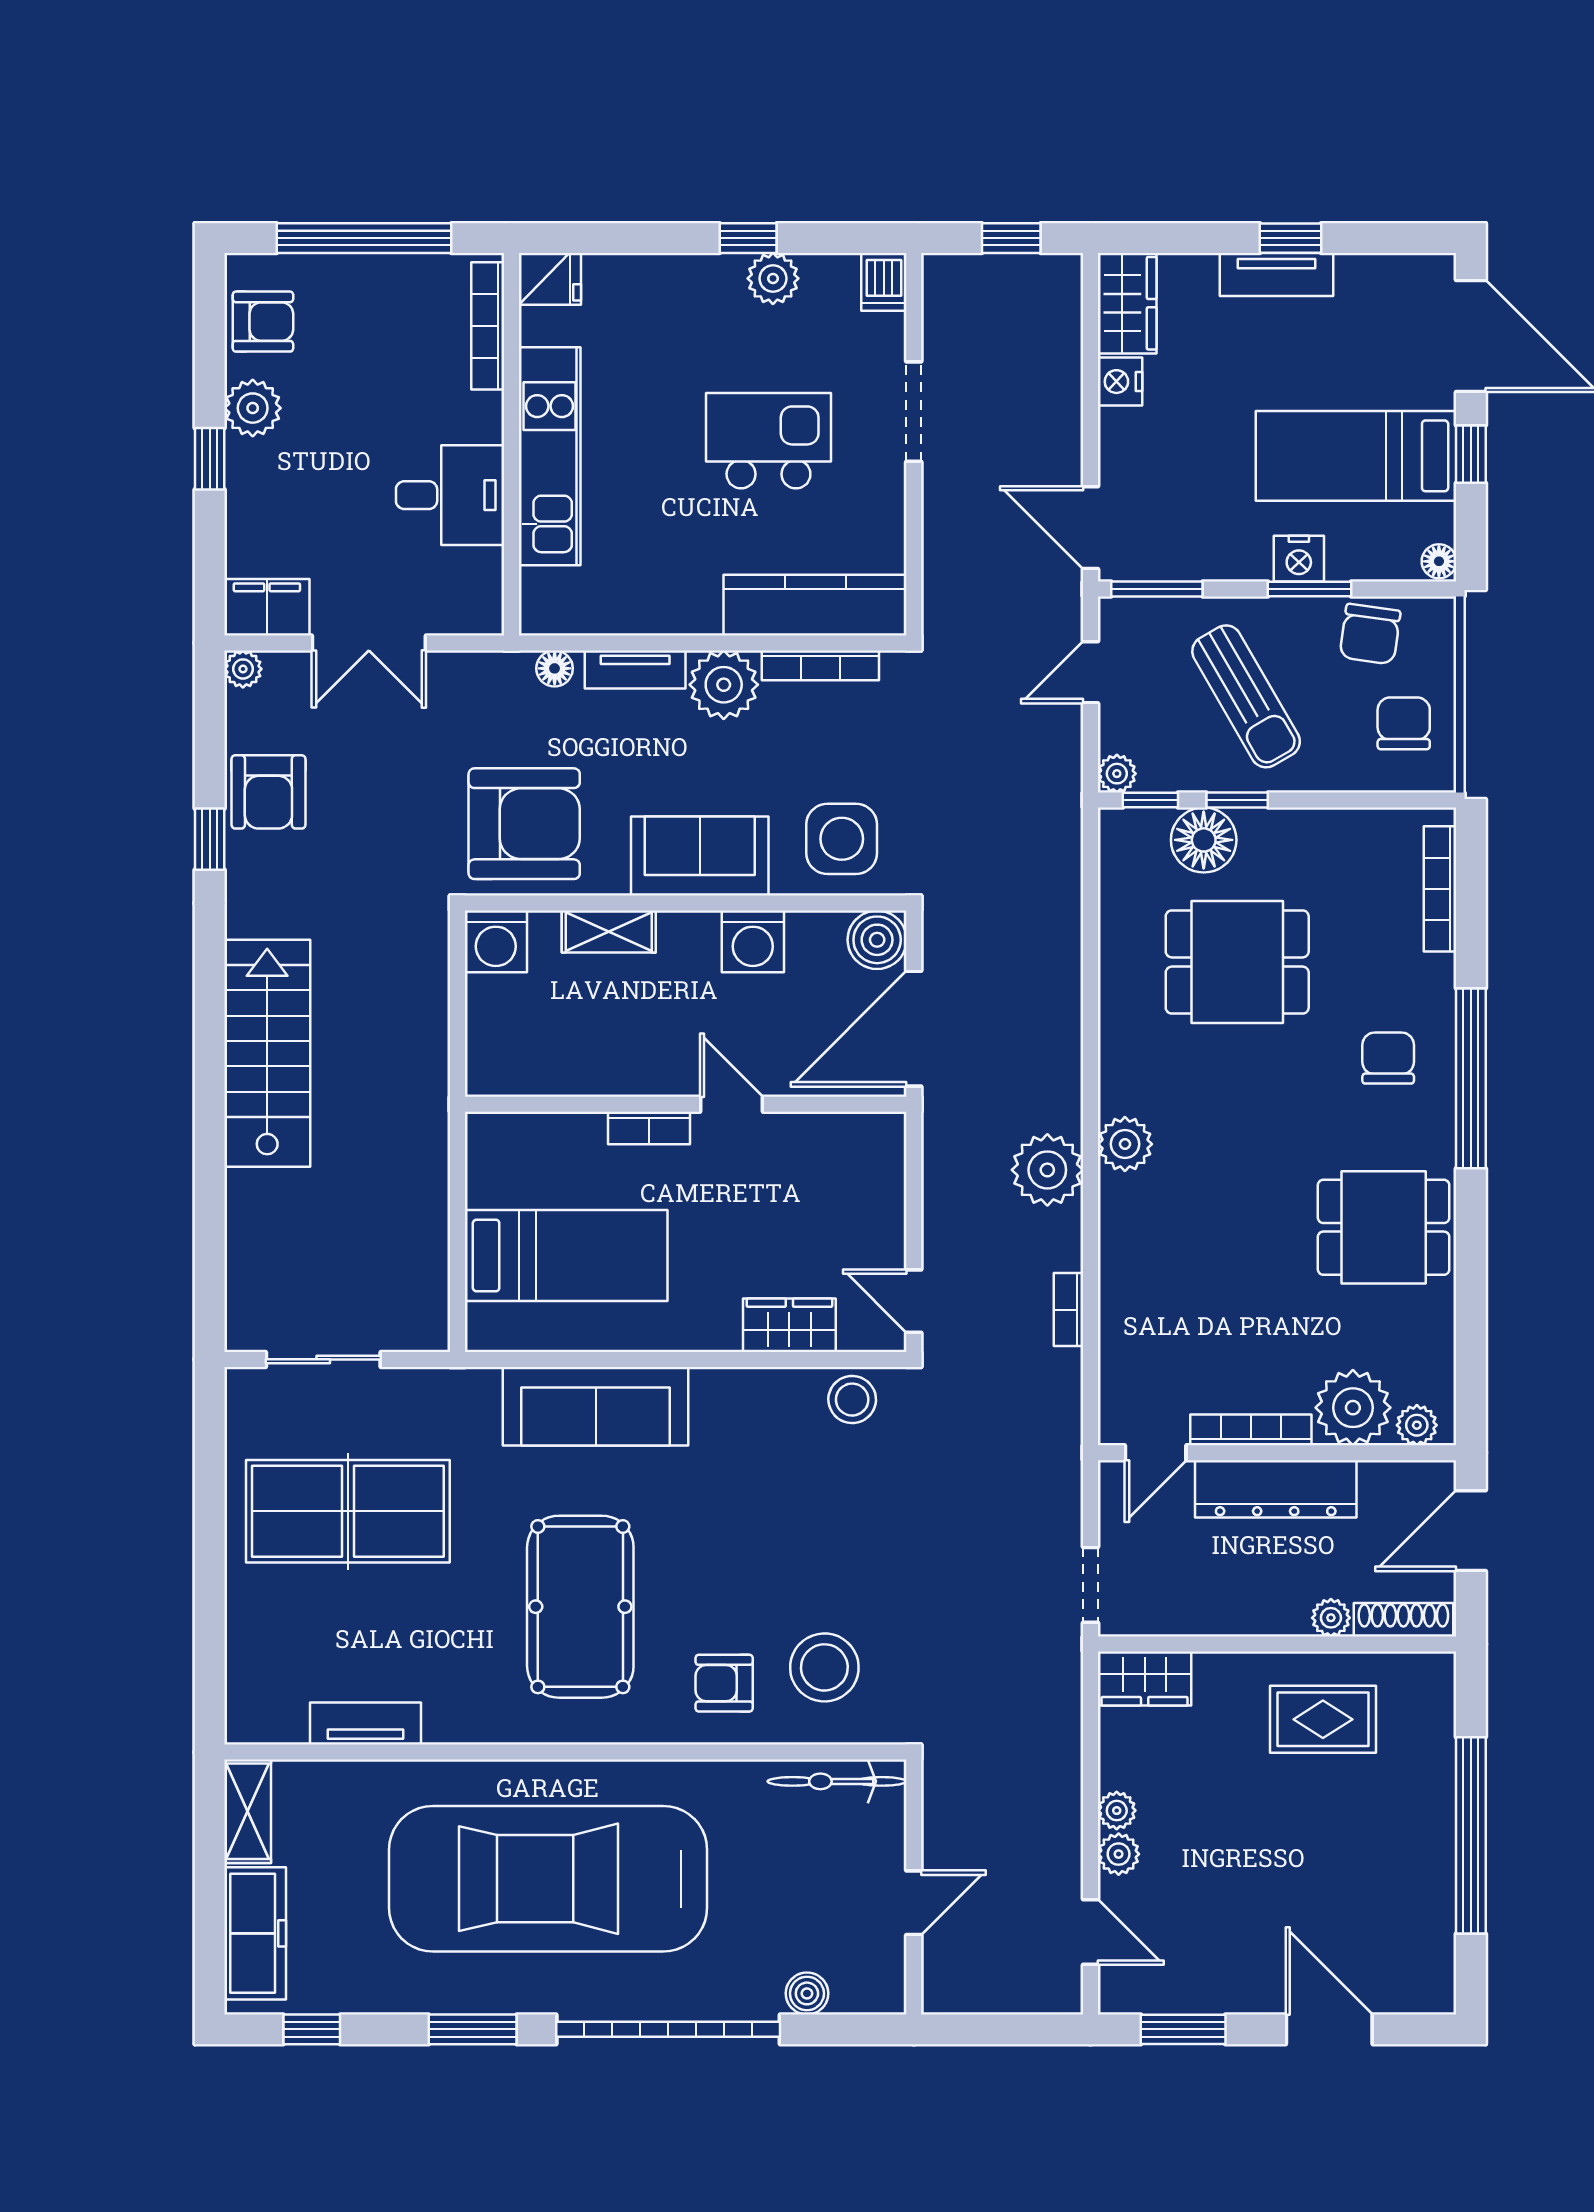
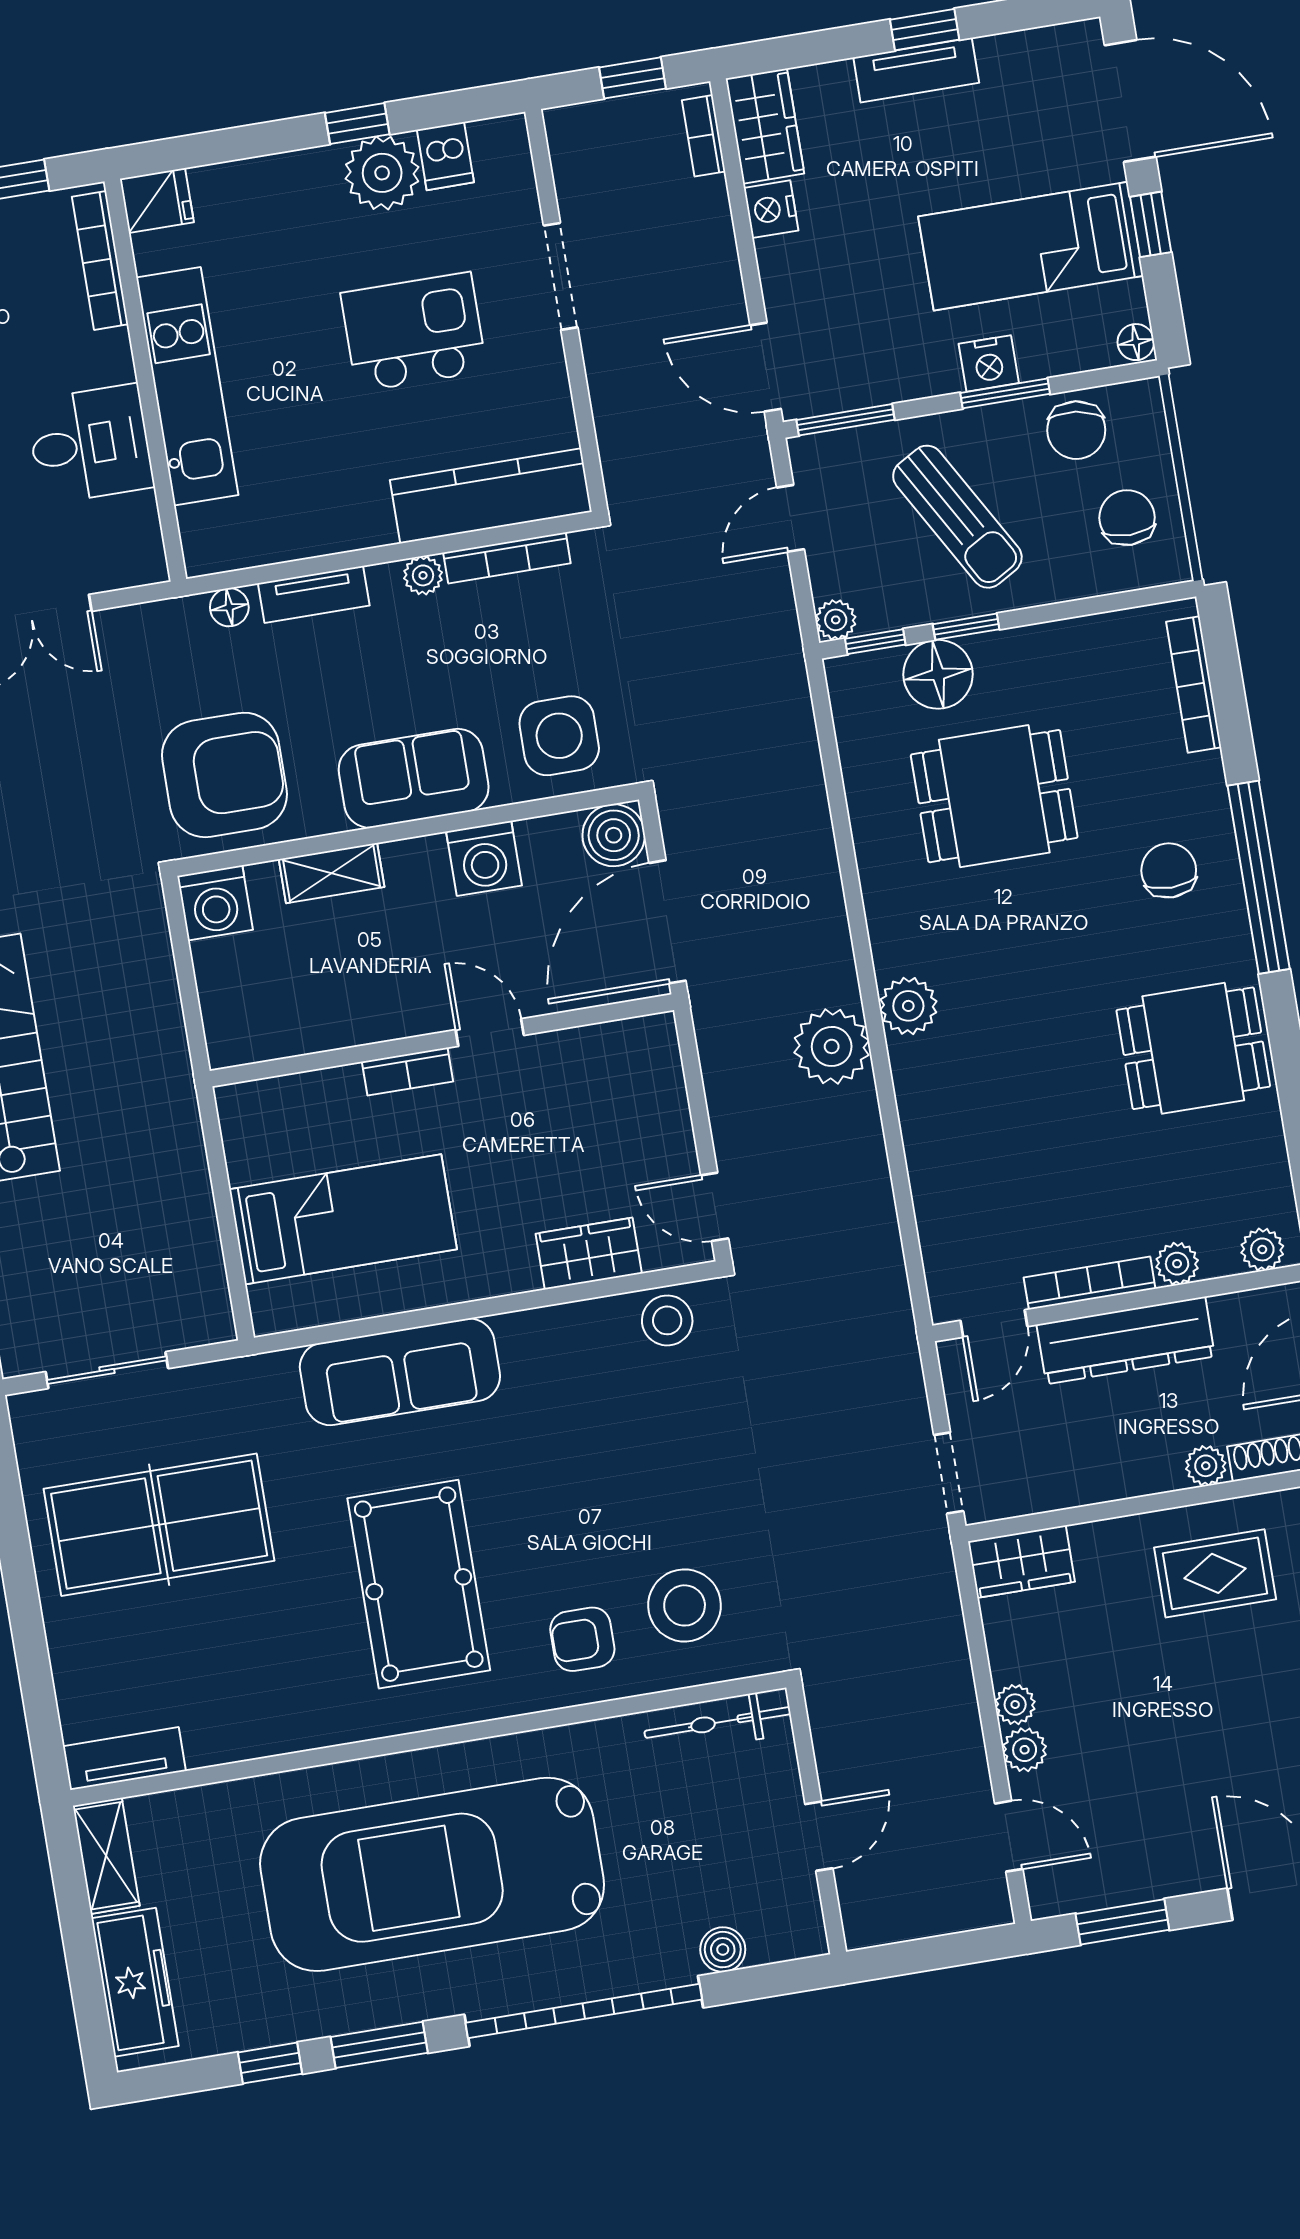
plant: (773, 278) -> (382, 173), width x1.36, depth x1.36
dishwasher: (884, 282) -> (445, 156), moved
plant: (724, 685) -> (423, 575), width x0.53, depth x0.53
bookcase: (1068, 1310) -> (704, 136), moved
plant: (1353, 1408) -> (1177, 1264), width x0.53, depth x0.53
tv unit: (365, 1724) -> (124, 1759), moved
window: (312, 2029) -> (270, 2063), moved

